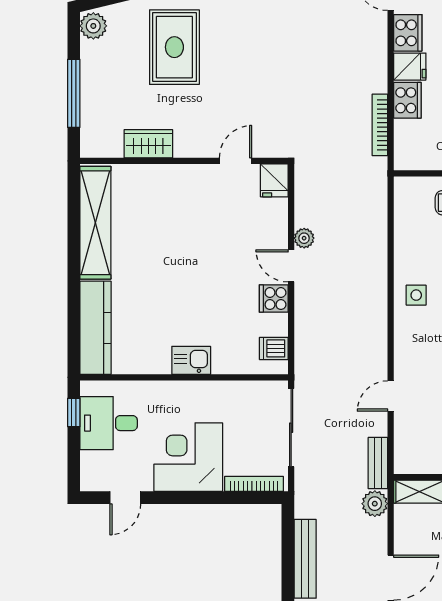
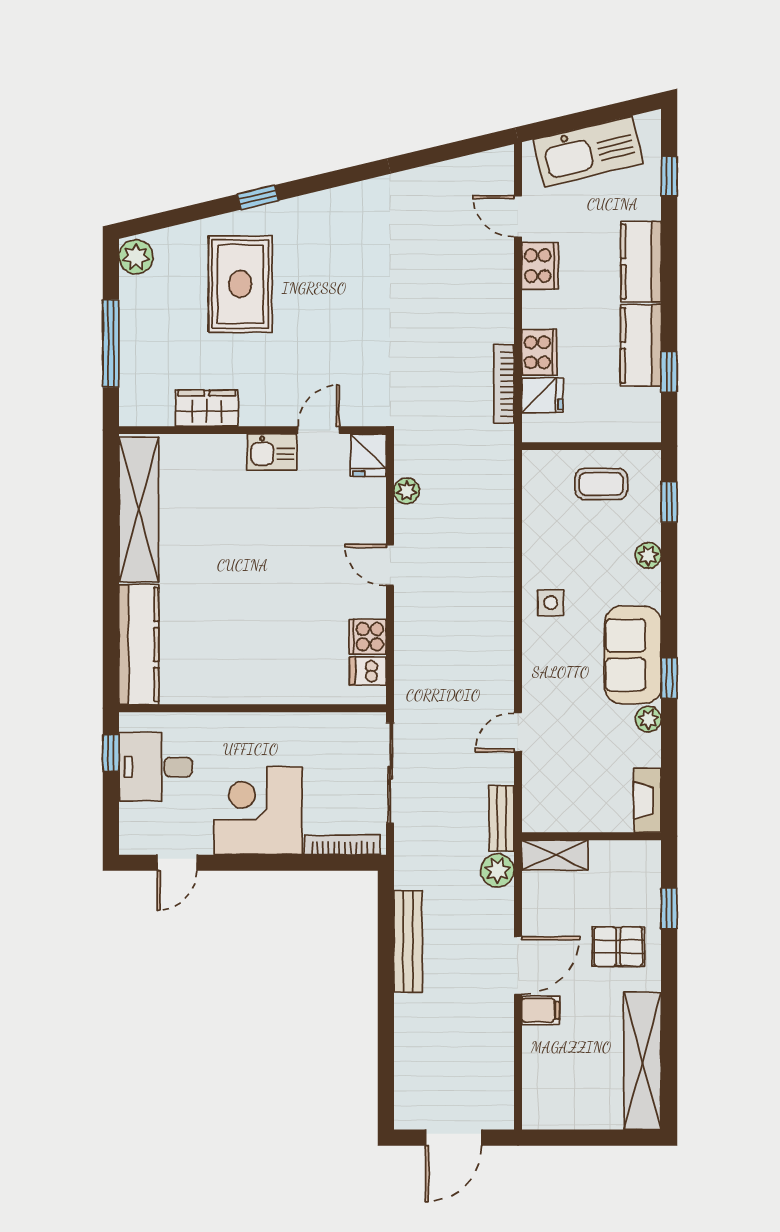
fridge: (410, 67) -> (542, 395), moved
plant: (304, 238) -> (407, 491), moved
cooker: (274, 299) -> (368, 637), moved
kitchen sink: (191, 360) -> (272, 452), moved, turned 180

